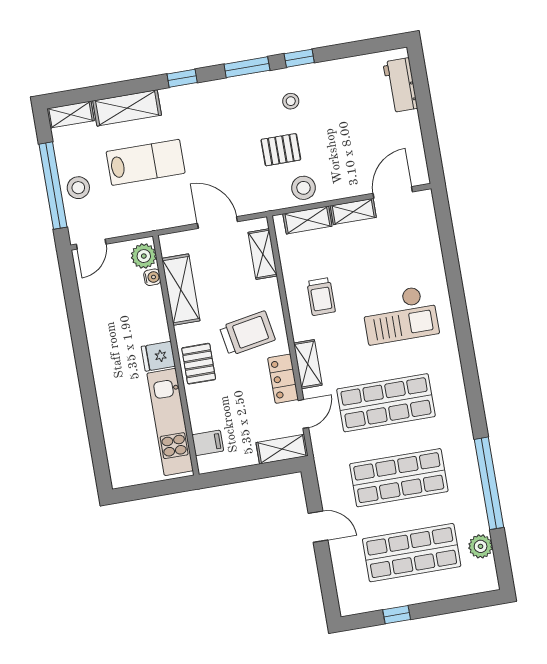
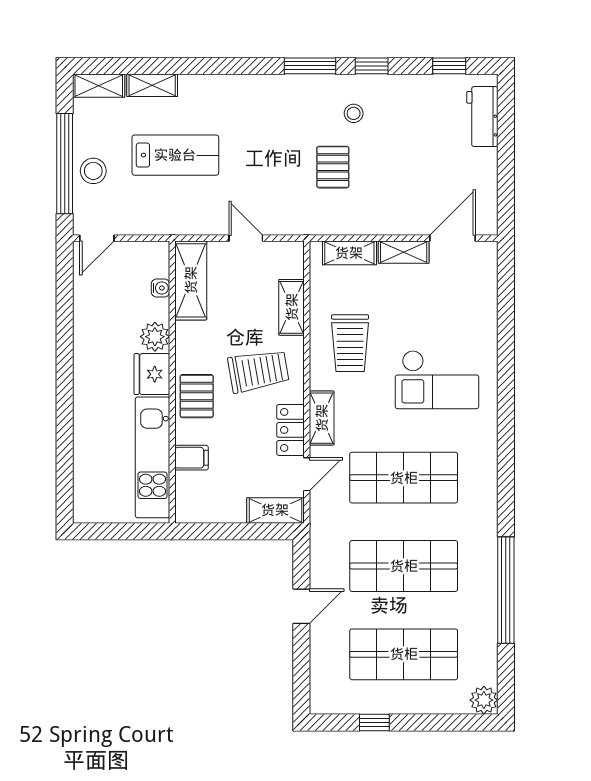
window: (182, 78) -> (449, 66), moved
shelving: (127, 108) -> (152, 85), width x0.67, depth x0.75
pallet: (281, 150) -> (333, 167), turned 90
stool: (303, 188) -> (351, 215), removed
door: (217, 223) -> (246, 238), width x0.73
shelving: (263, 254) -> (292, 307), moved
plant: (144, 256) -> (155, 337), moved
shelving: (181, 290) -> (191, 280), moved
trolley: (321, 297) -> (350, 343), width x1.36, depth x1.39
fridge: (158, 356) -> (152, 374), width x1.38
filing cabinet: (208, 443) -> (192, 458), moved
door: (318, 527) -> (301, 606), hinge flipped
plant: (481, 546) -> (484, 700), moved

